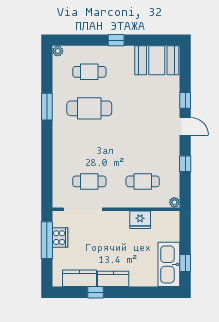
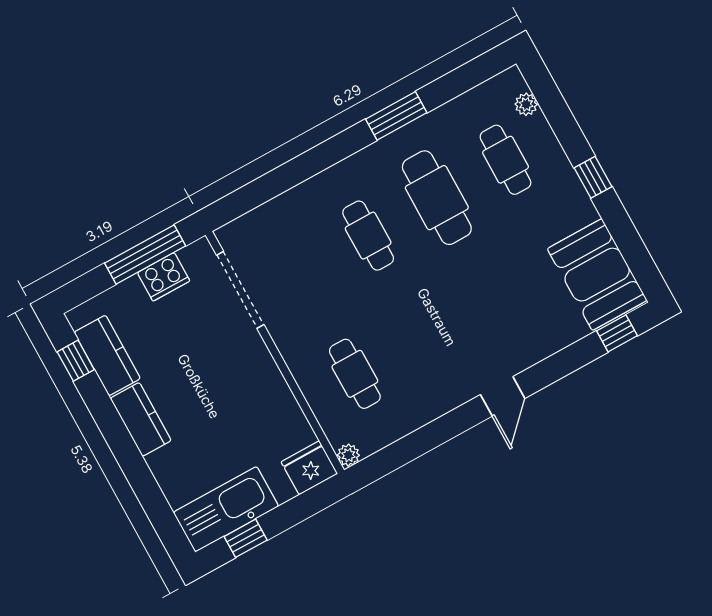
plant: (58, 51) -> (526, 104), moved
window: (185, 100) -> (617, 333), moved
window: (185, 164) -> (432, 435), removed
cafe table: (89, 181) -> (368, 236), moved
fridge: (140, 220) -> (309, 468), moved, turned 90
window: (95, 292) -> (76, 361), moved

